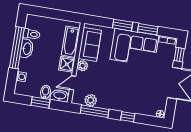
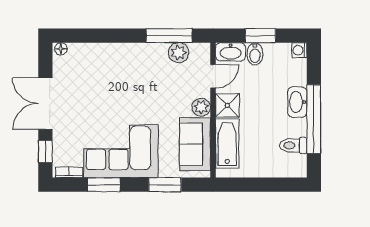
window: (123, 25) -> (165, 185), moved
washbasin: (27, 49) -> (297, 102), moved
washing machine: (21, 77) -> (299, 50), moved
window: (128, 117) -> (113, 36), removed

